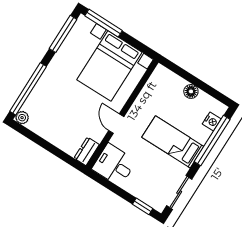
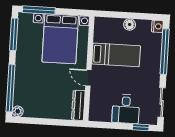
nightstand: (212, 121) -> (157, 26), moved
bed: (173, 142) -> (116, 55), moved, turned 180
dresser: (87, 151) -> (78, 105), width x1.44
desk: (114, 165) -> (126, 109), moved, turned -90

